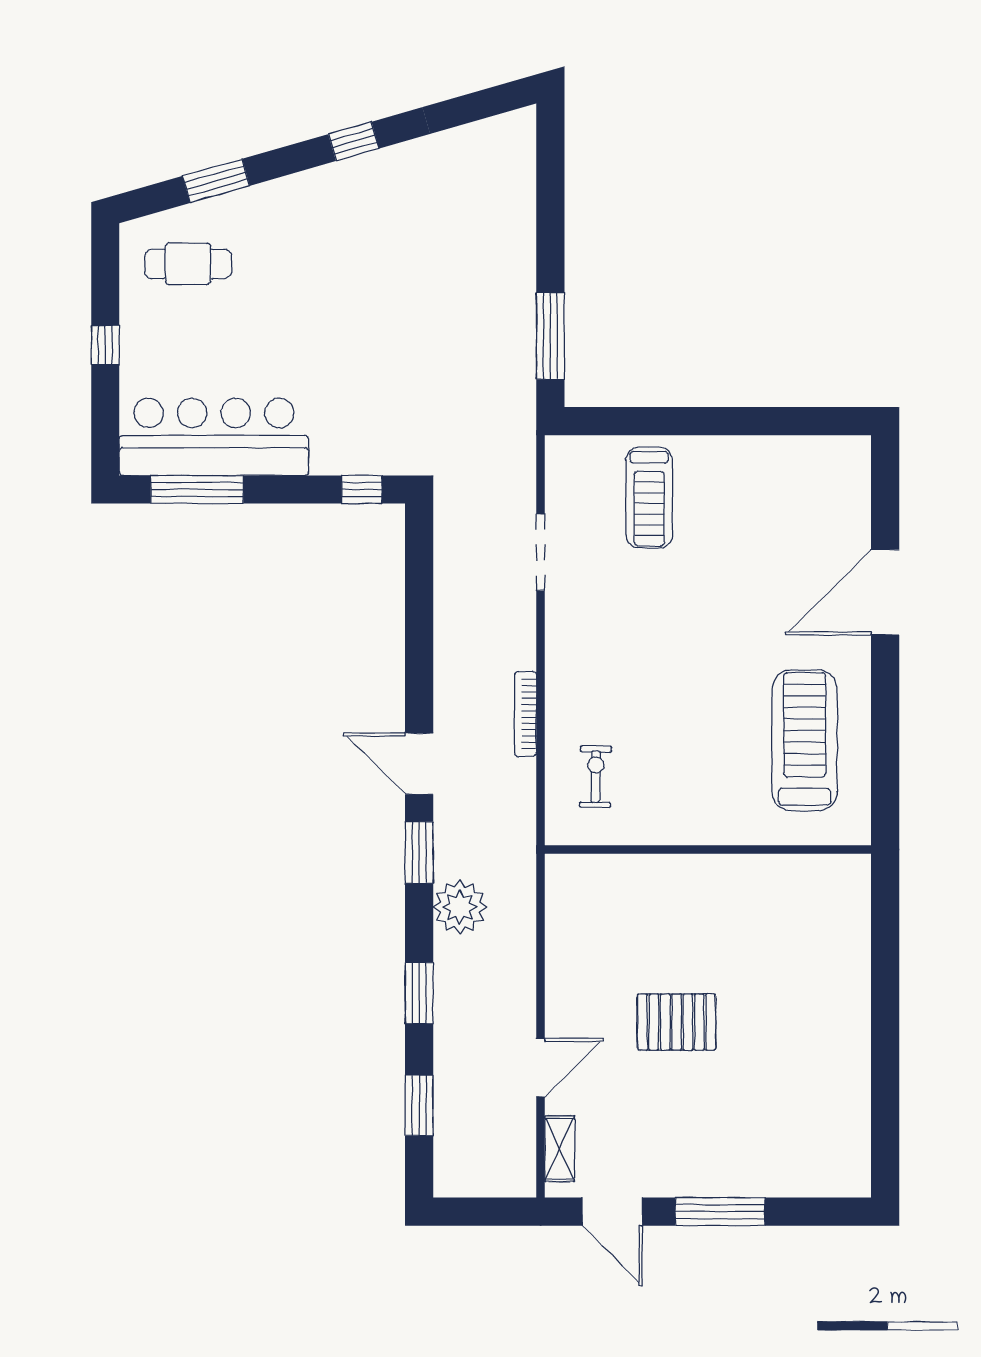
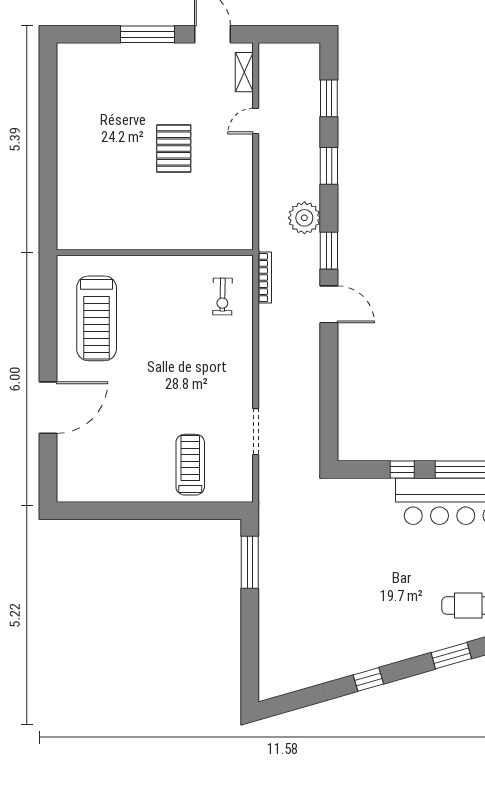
window: (362, 489) -> (402, 470), moved
bookcase: (525, 714) -> (265, 278), moved
pallet: (677, 1022) -> (174, 148), turned 90
door: (541, 1068) -> (256, 121), width x0.73

